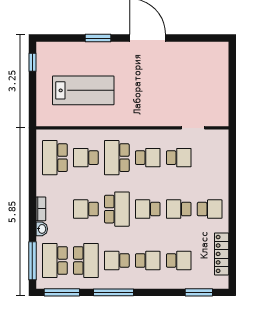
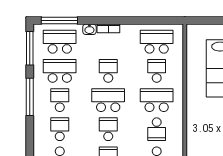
school desk: (117, 209) -> (108, 100), turned 180
school desk: (86, 260) -> (60, 71), turned 180
school desk: (148, 260) -> (60, 129), turned 180

